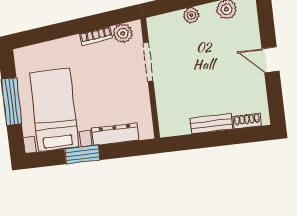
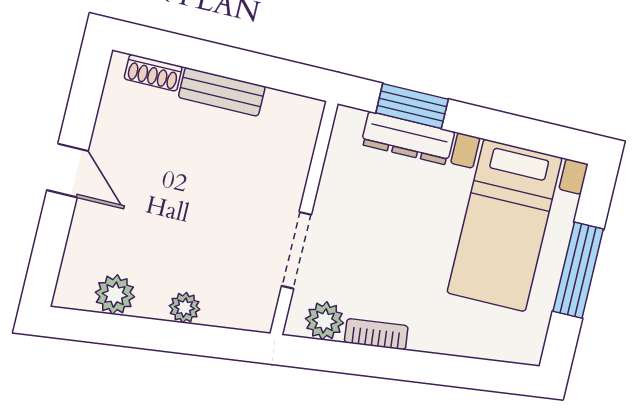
window: (82, 155) -> (412, 106), moved

